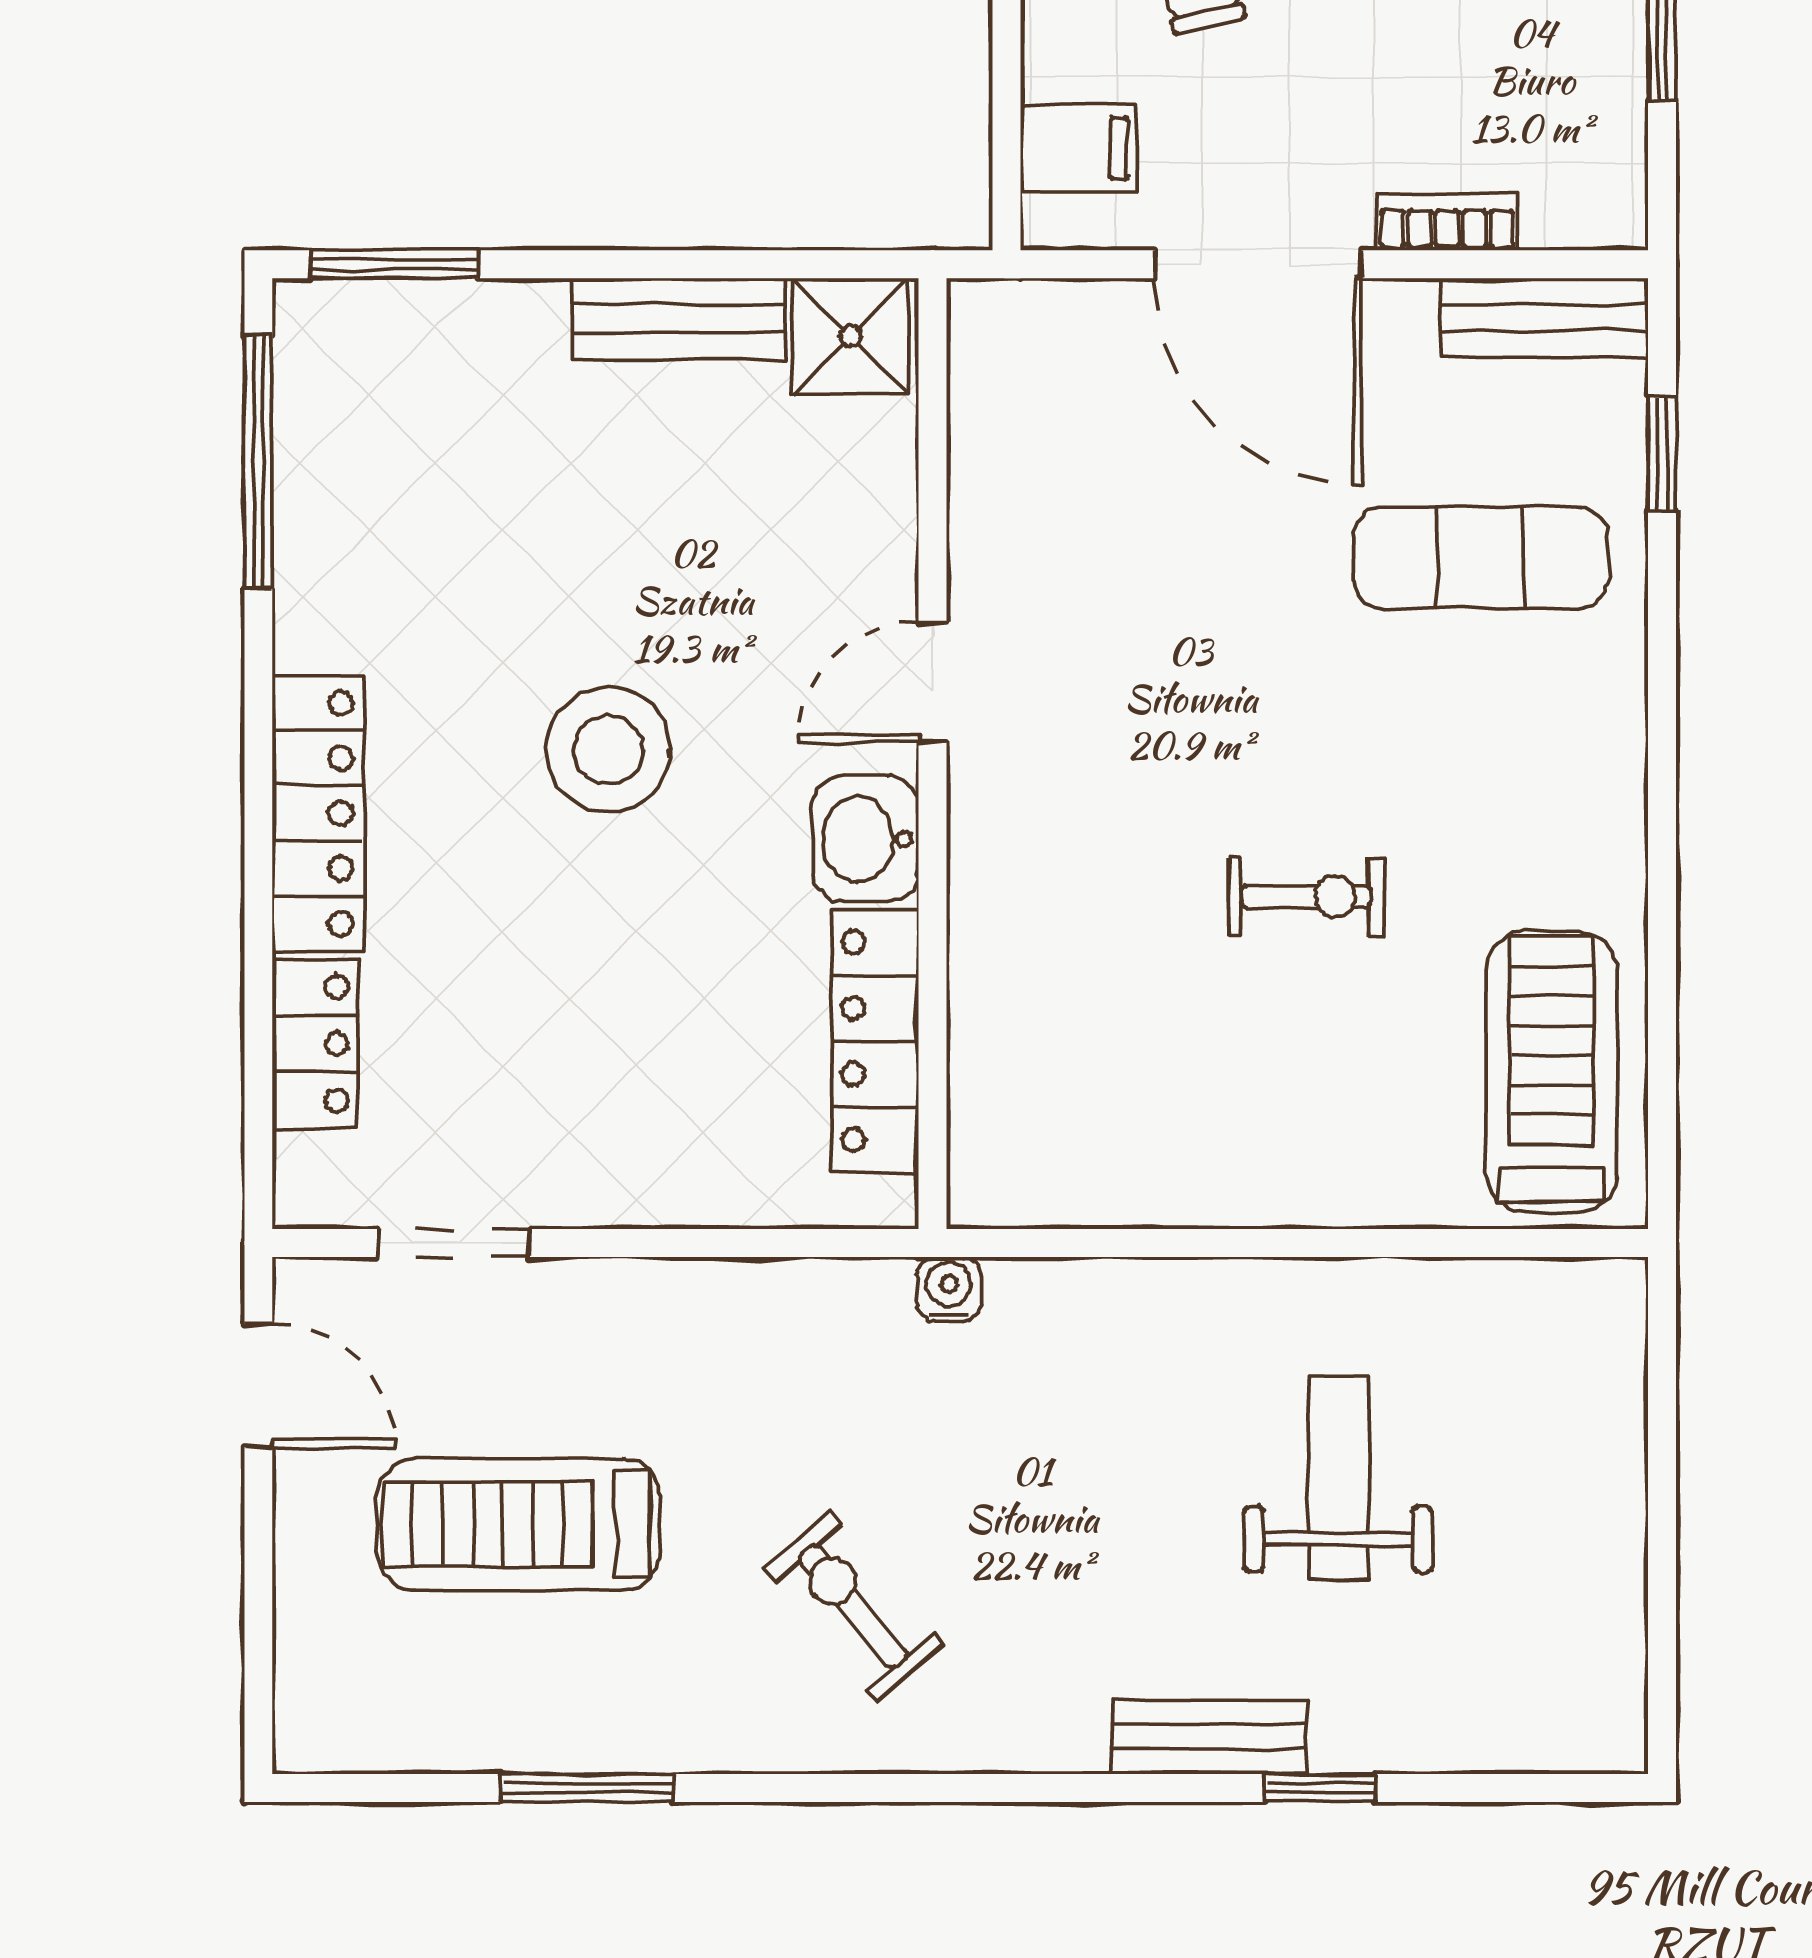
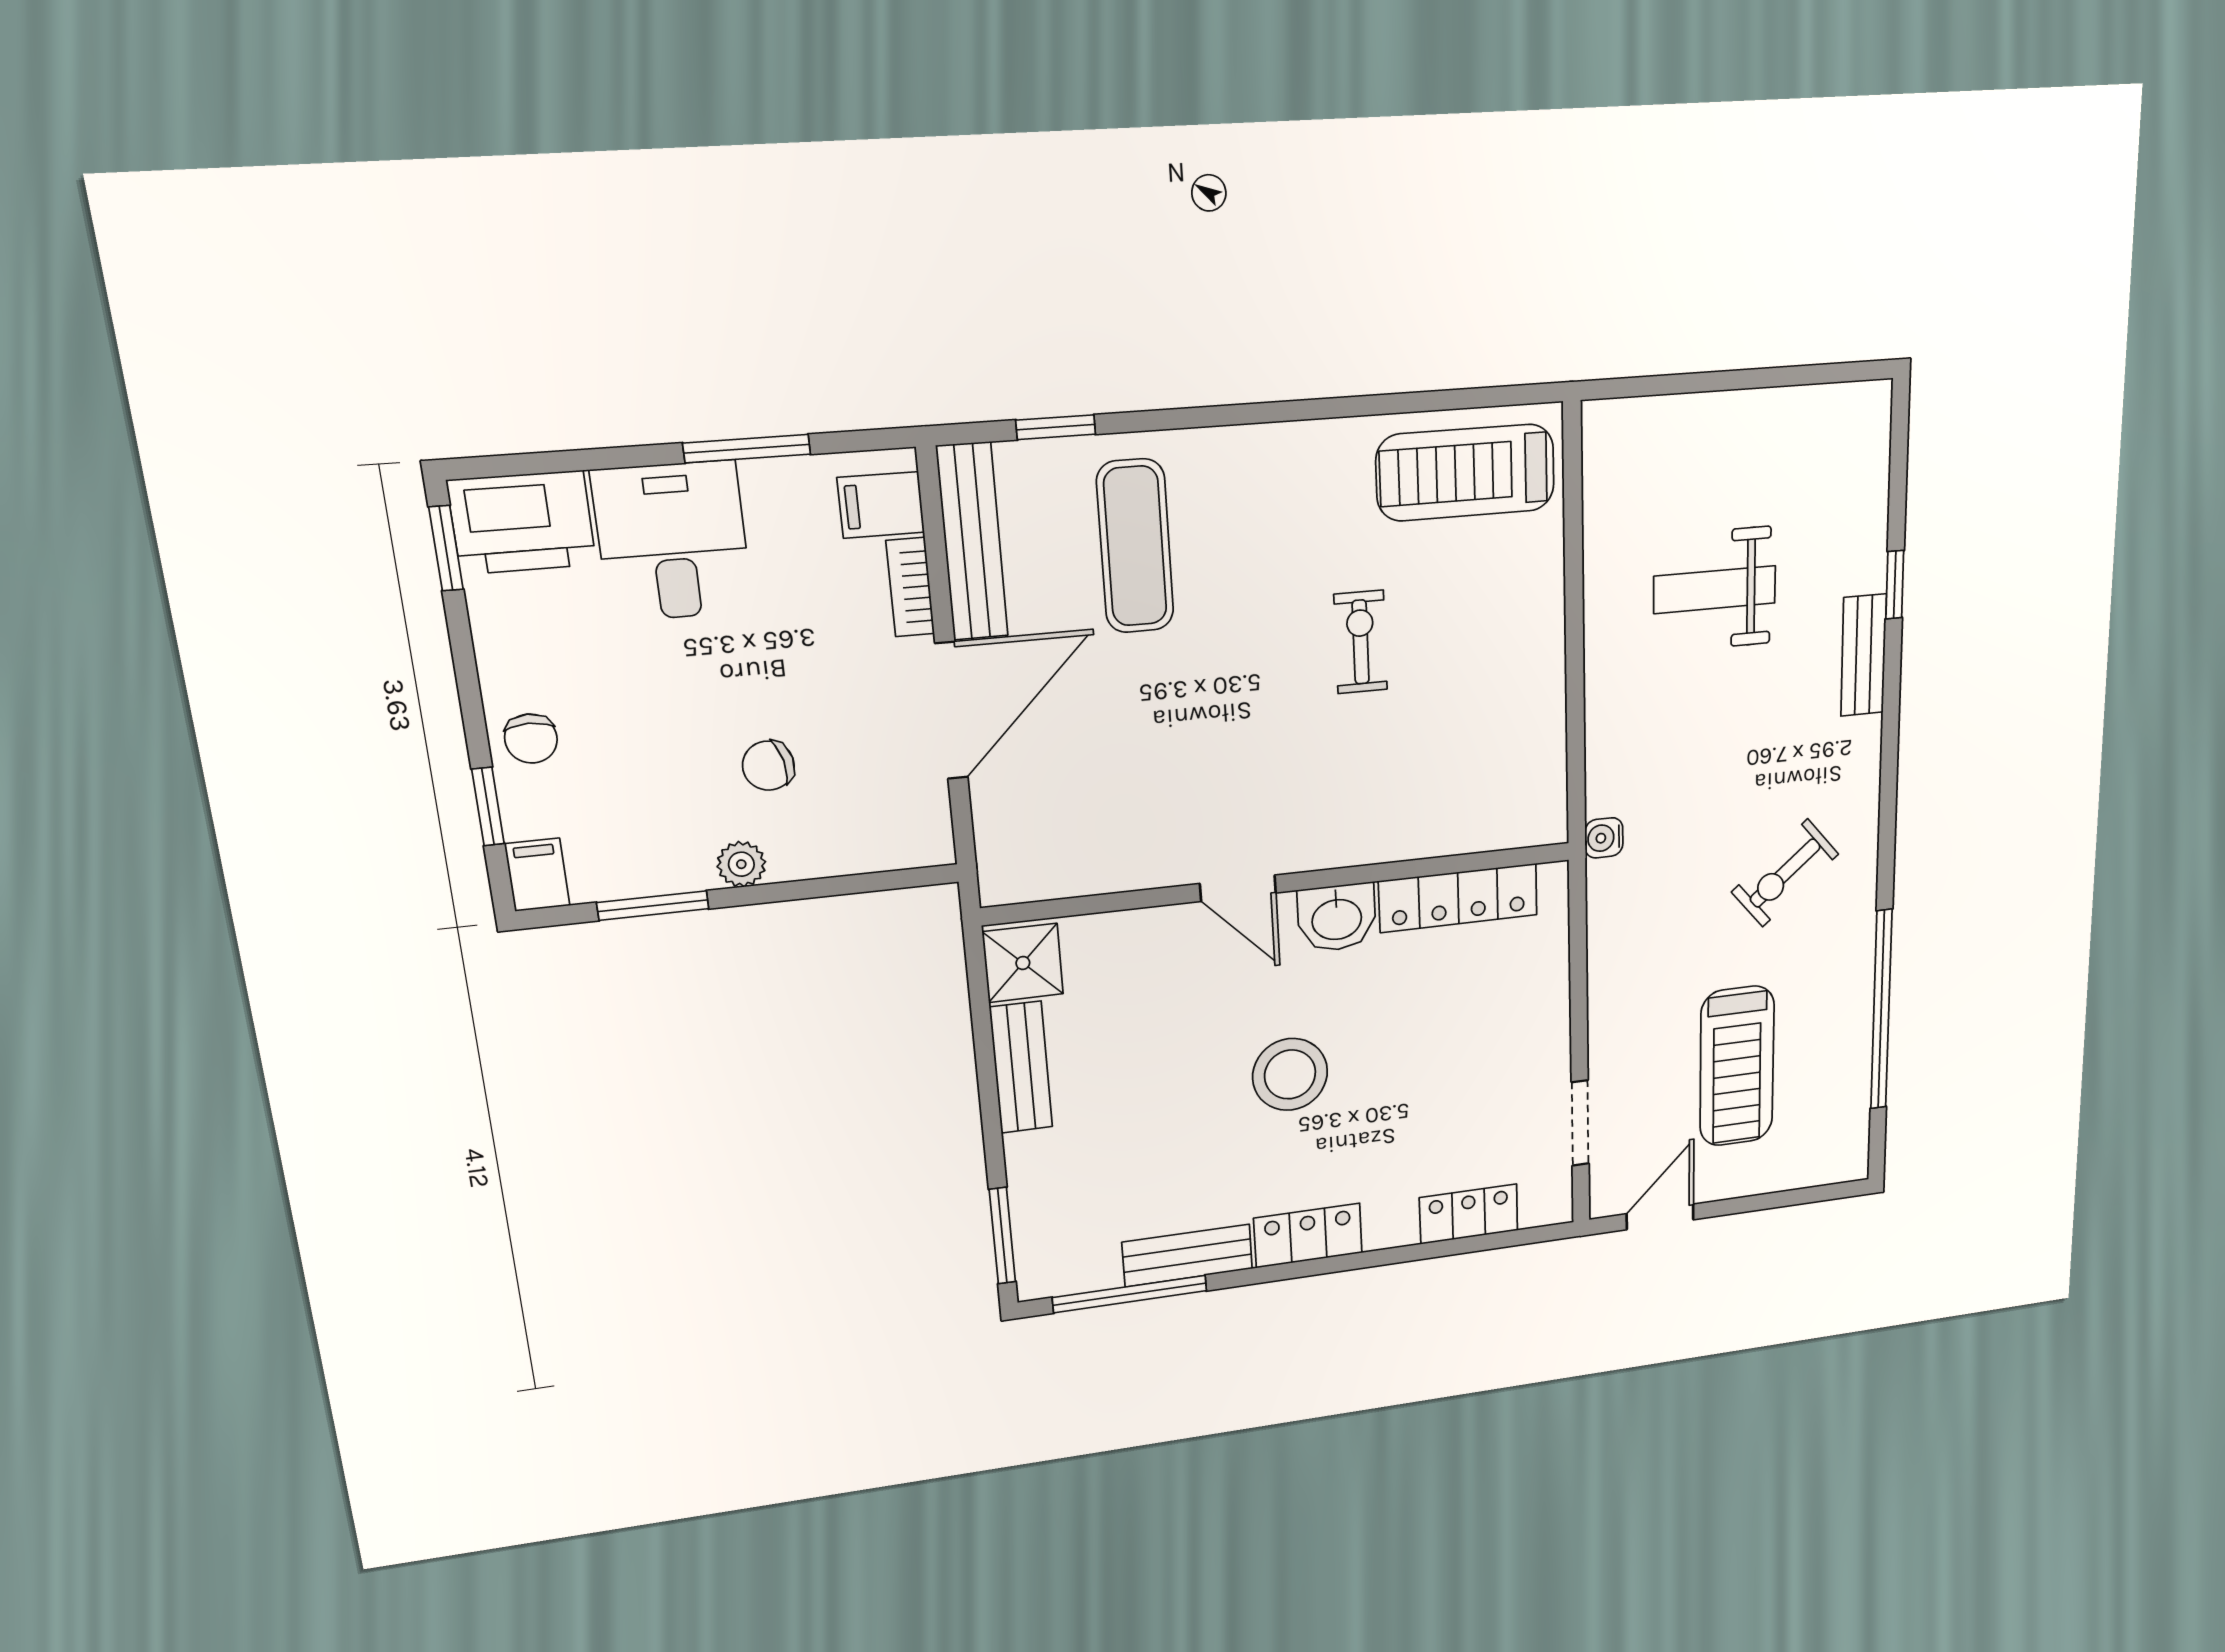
filing cabinet: (1078, 148) -> (881, 505), moved, turned -90
bench: (1544, 318) -> (972, 542), width x1.36
bench: (313, 562) -> (1187, 1256), added
locker: (318, 813) -> (1308, 1236), width x0.66
window: (587, 1788) -> (1881, 1010), width x2.11

